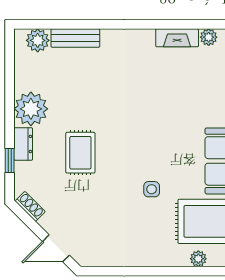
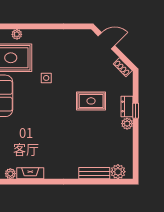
plant: (31, 109) -> (127, 124), width x0.53, depth x0.53
rug: (80, 153) -> (91, 101), turned 90
window: (10, 161) -> (136, 111), moved

